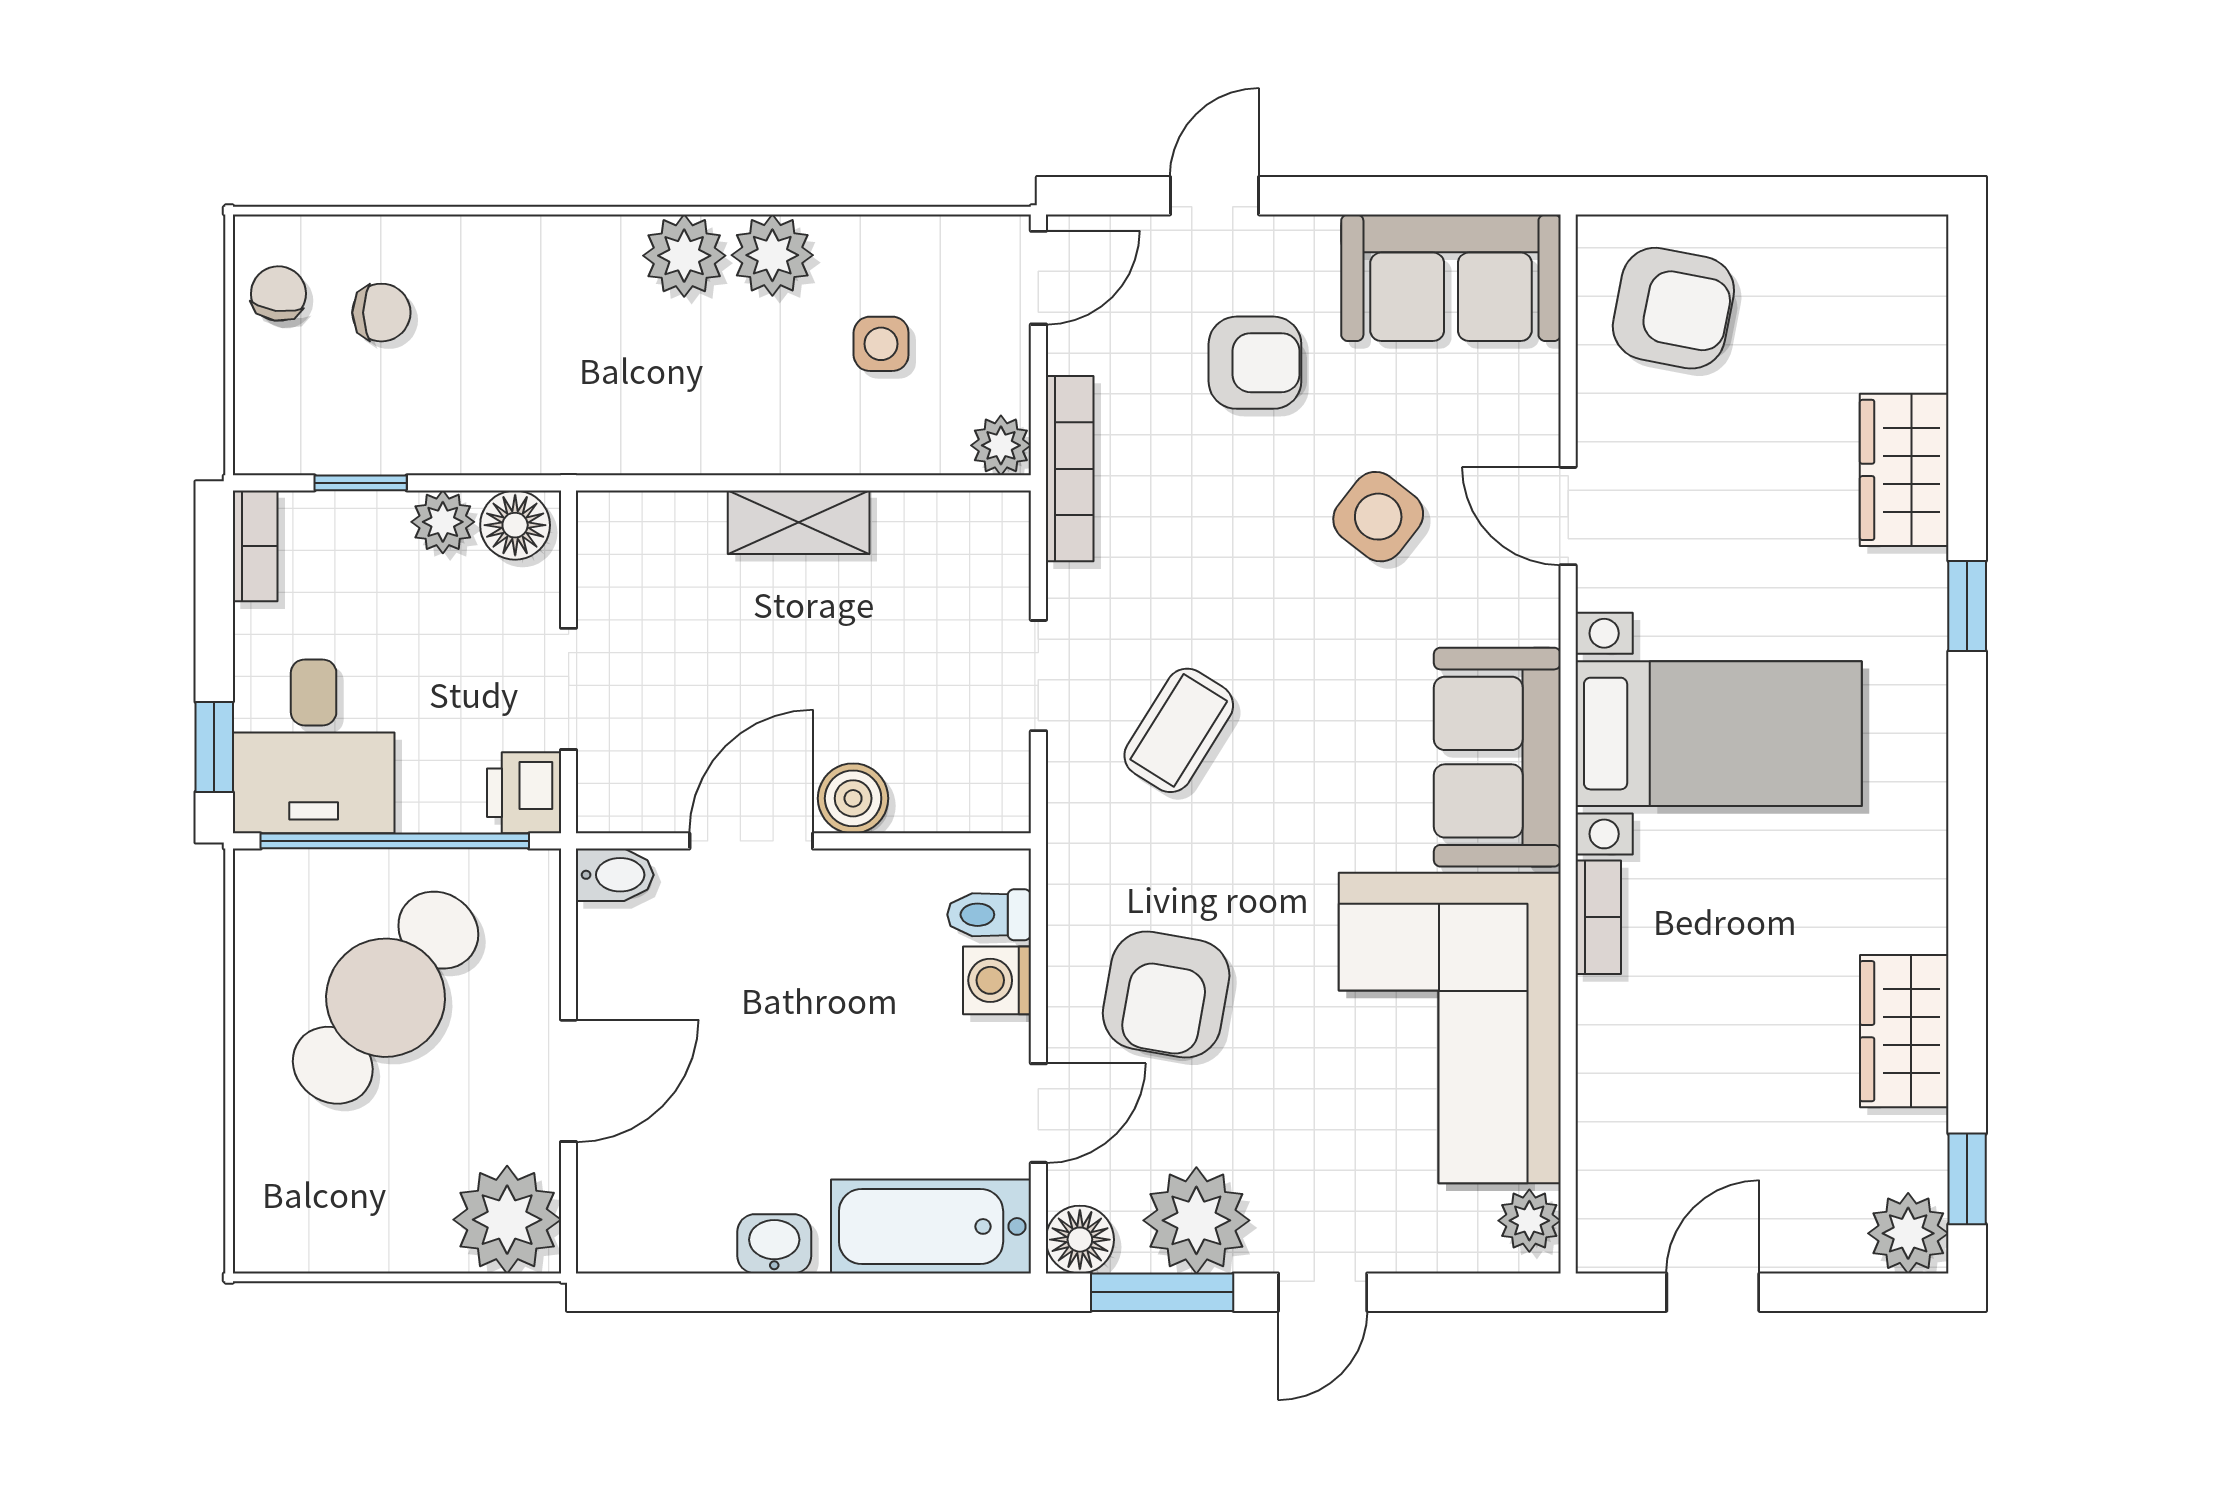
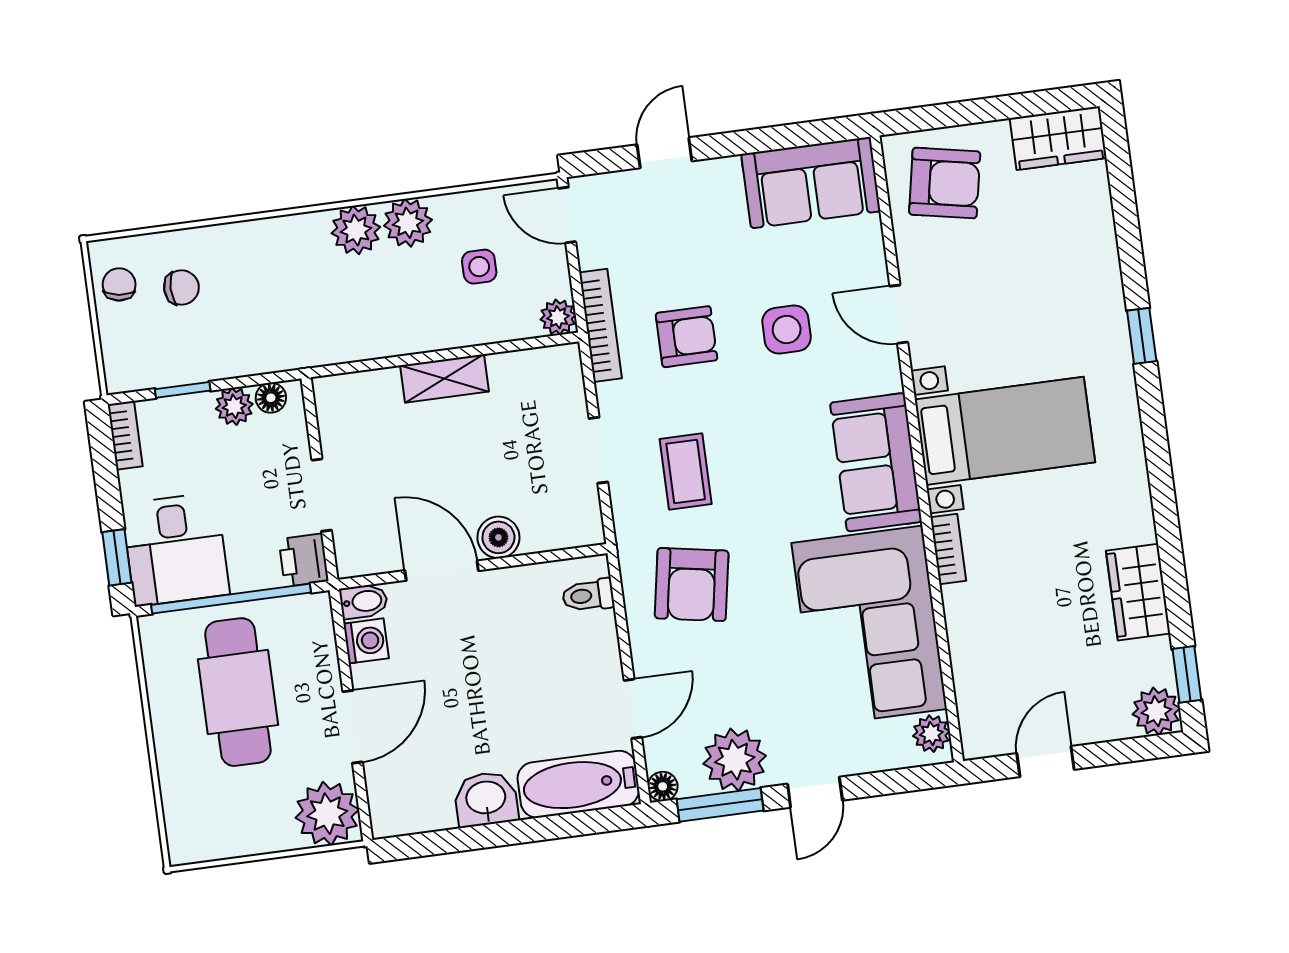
door: (1038, 278) -> (567, 215), swing flipped
armchair: (1255, 363) -> (687, 337), moved
wardrobe: (1904, 470) -> (1058, 138), moved, turned -90
side table: (1378, 517) -> (787, 329), turned -38
floor lamp: (515, 525) -> (271, 398), width x0.73, depth x0.73
coffee table: (1179, 730) -> (686, 472), turned -32
door: (751, 841) -> (442, 571), hinge flipped
washing machine: (997, 980) -> (366, 641), moved, turned 180
armchair: (1166, 995) -> (692, 585), moved
cafe table: (386, 998) -> (238, 692), turned -38
floor lamp: (1080, 1240) -> (663, 786), width x0.73, depth x0.73
washbasin: (774, 1244) -> (486, 799), width x1.38, depth x1.45

